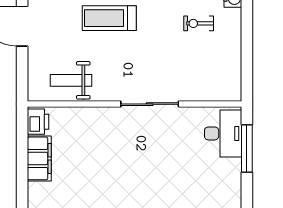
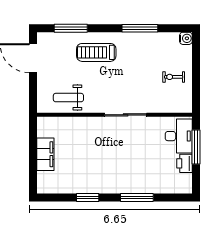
exercise bike: (199, 23) -> (174, 77), moved
printer: (38, 122) -> (185, 163), moved, turned 180

